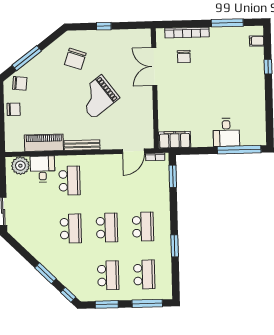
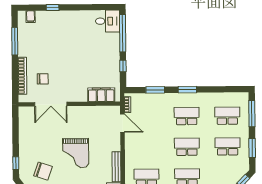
window: (104, 26) -> (16, 163), moved
grand piano: (97, 97) -> (76, 153), turned 37
desk: (226, 132) -> (108, 21), moved
filing cabinet: (175, 140) -> (101, 95), moved, turned 90
window: (201, 151) -> (123, 66), added
window: (173, 176) -> (155, 90), moved
window: (175, 246) -> (187, 90), moved

